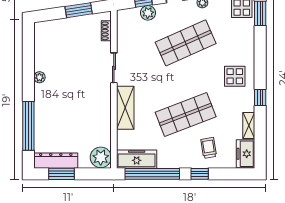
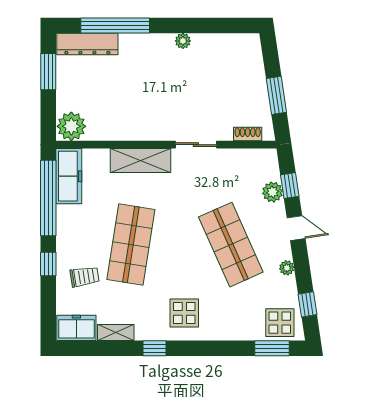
shop shelf: (186, 115) -> (131, 245), turned 30
dresser: (56, 161) -> (87, 44), moved, turned 90

